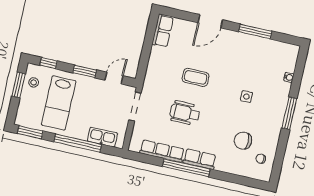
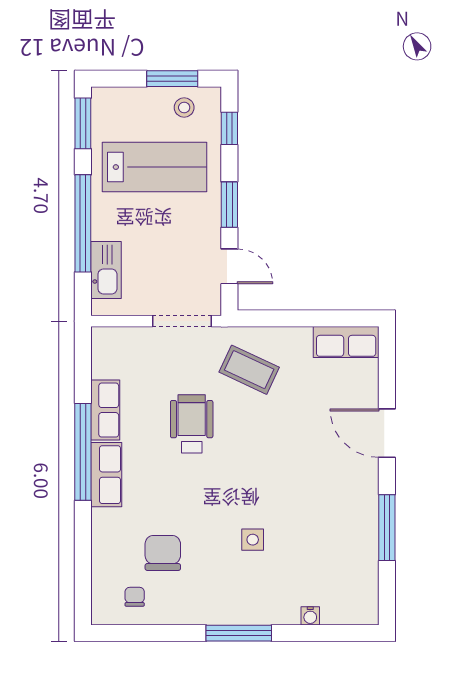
coffee table: (196, 77) -> (249, 370), moved, turned -65
lab bench: (59, 103) -> (154, 167), turned 180
row of seats: (162, 151) -> (105, 410), width x0.68

